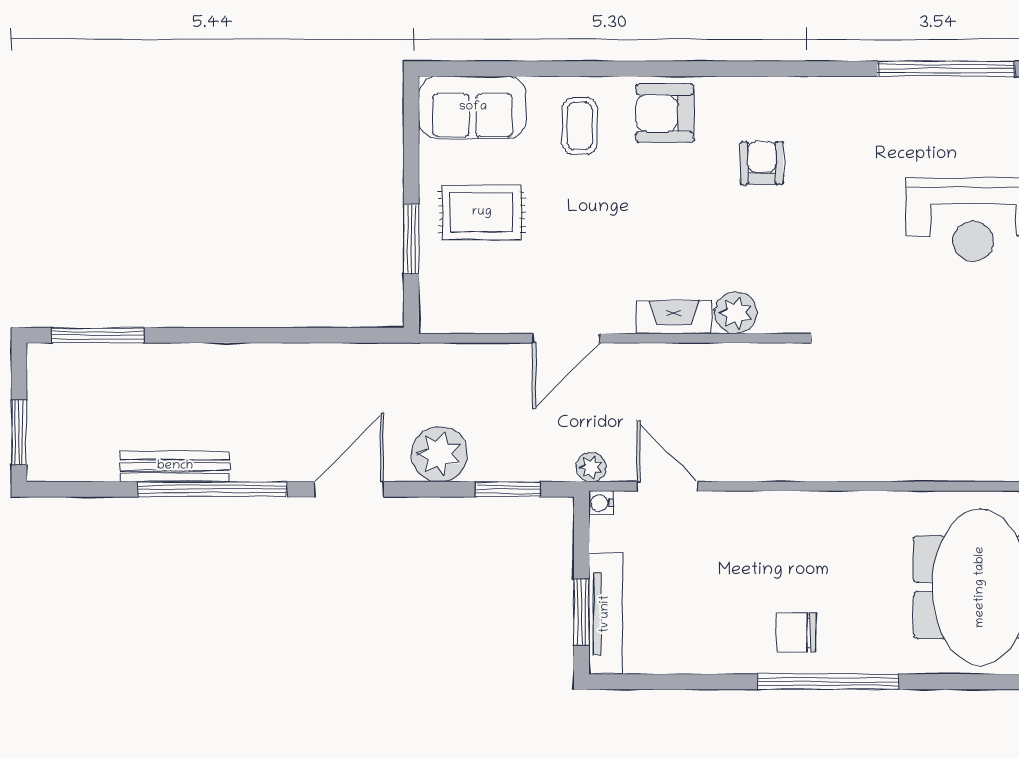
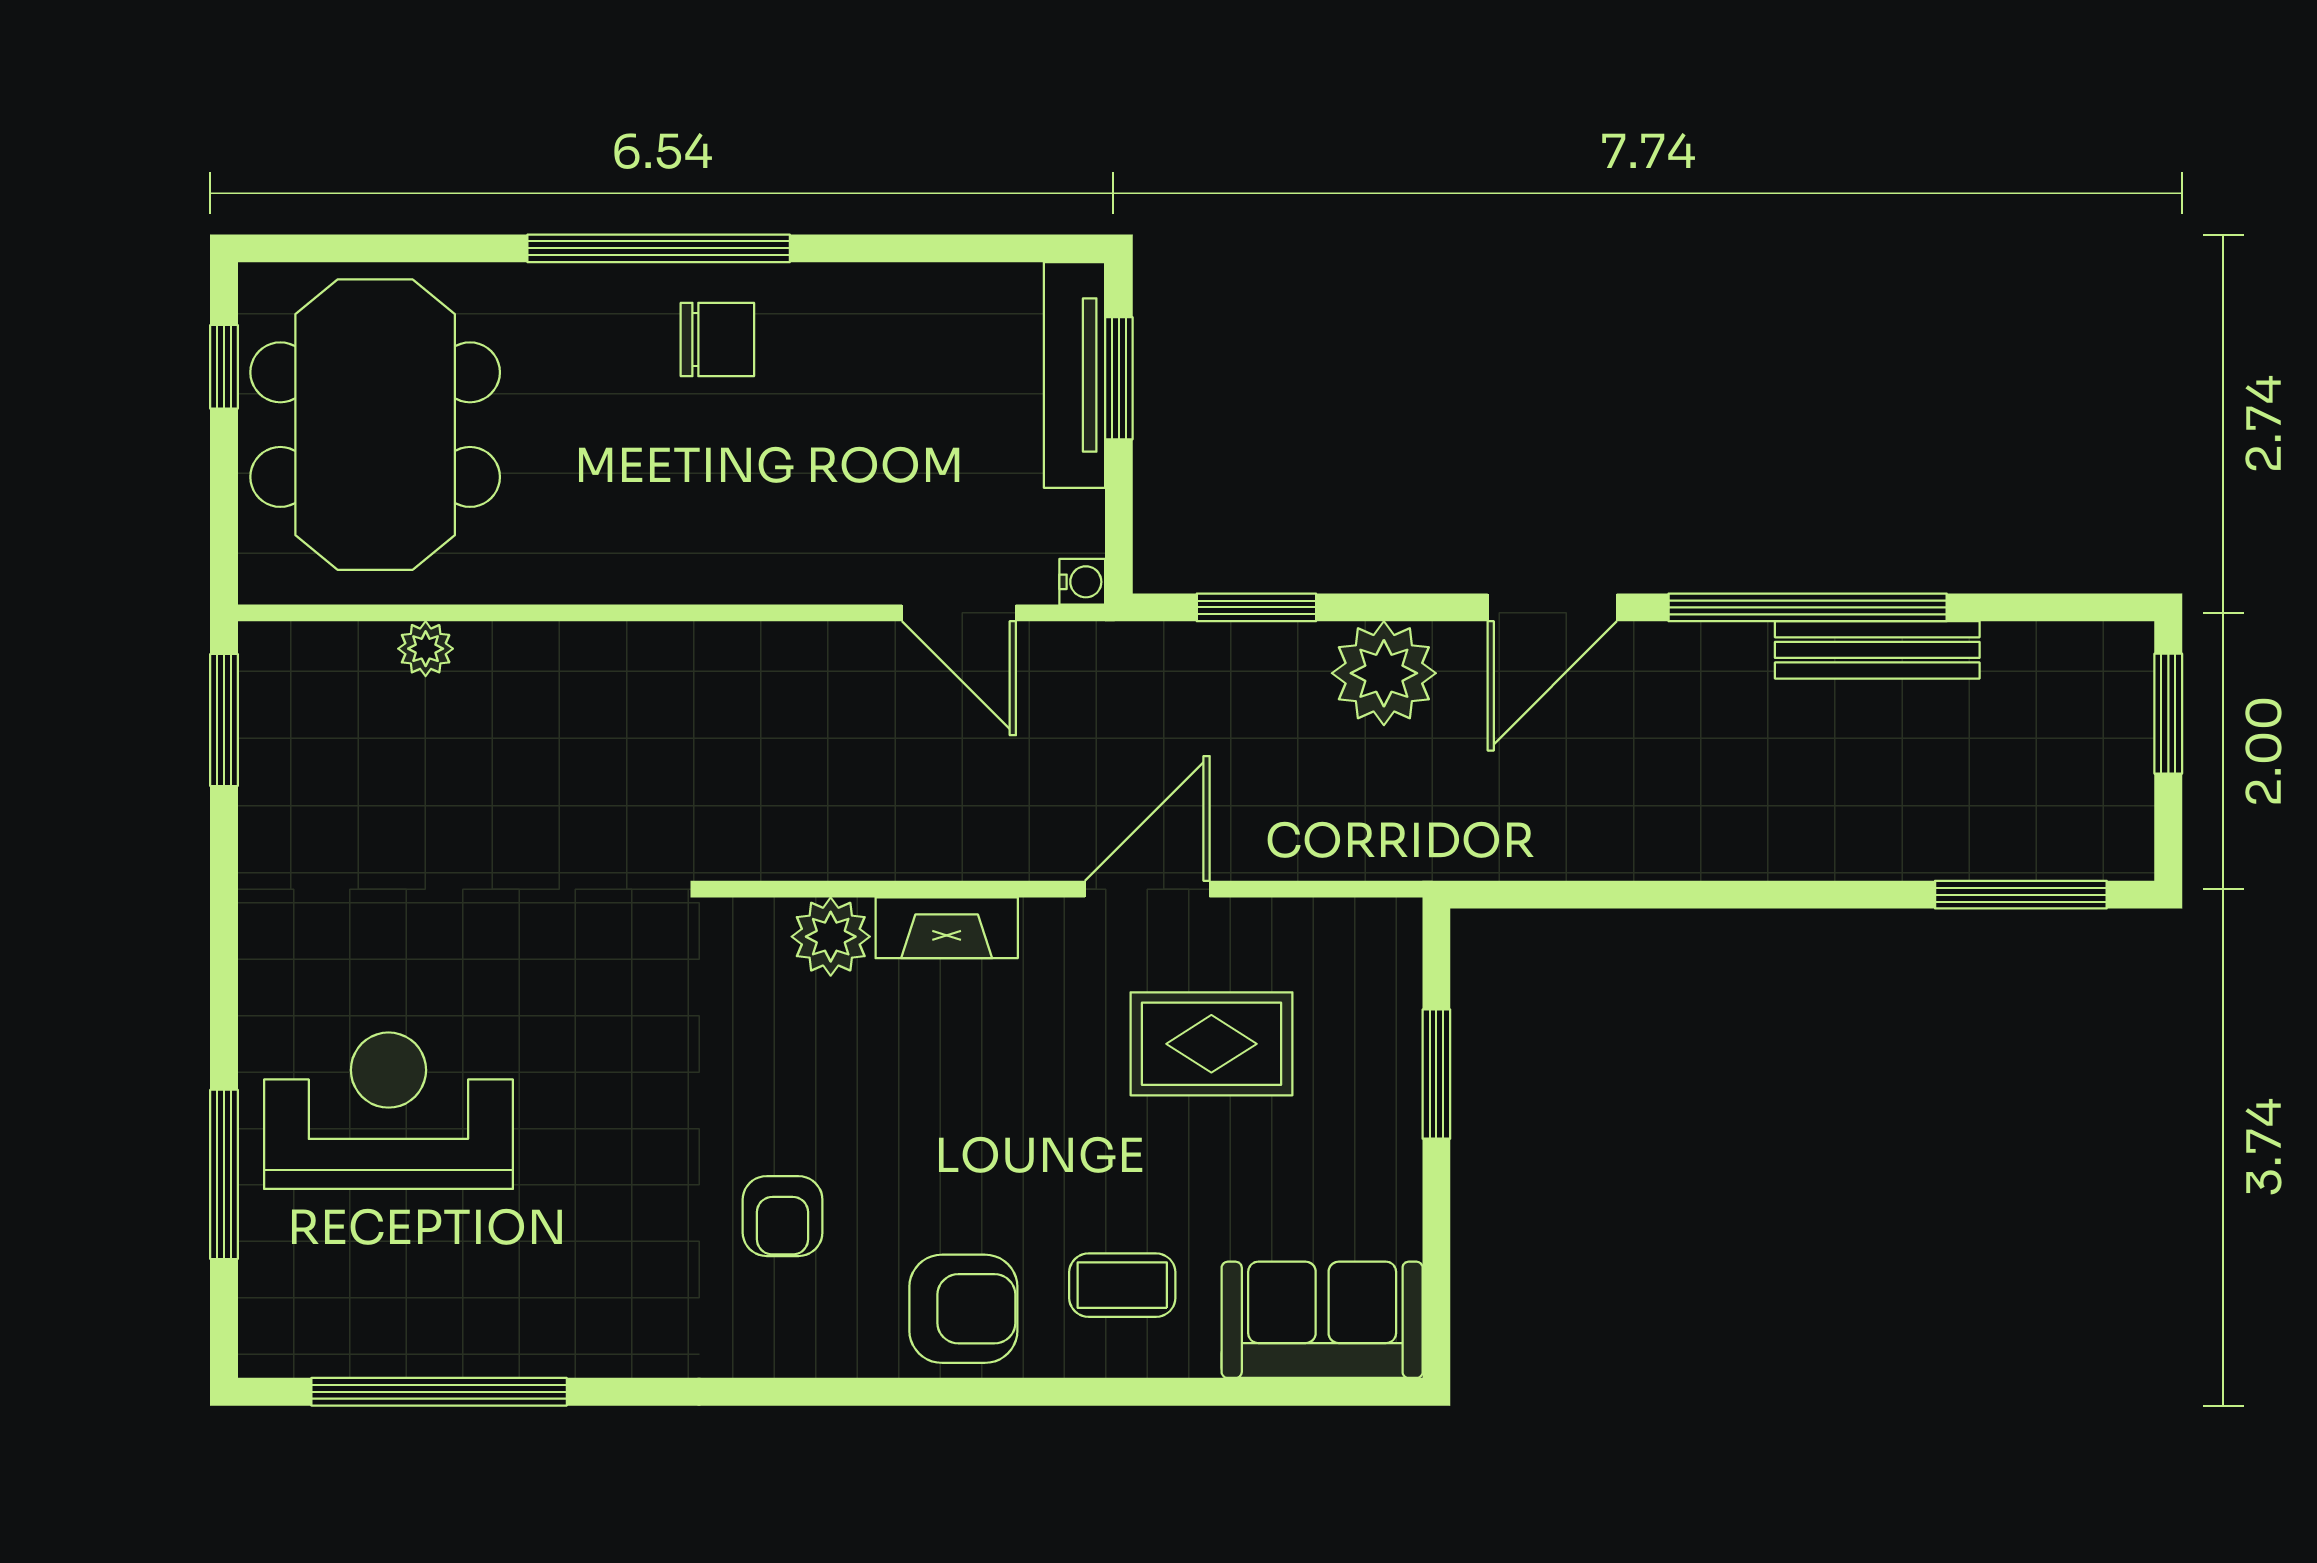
coffee table: (580, 126) -> (1122, 1285), turned 90
rug: (482, 212) -> (1211, 1044), moved
plant: (591, 467) -> (426, 649), moved

